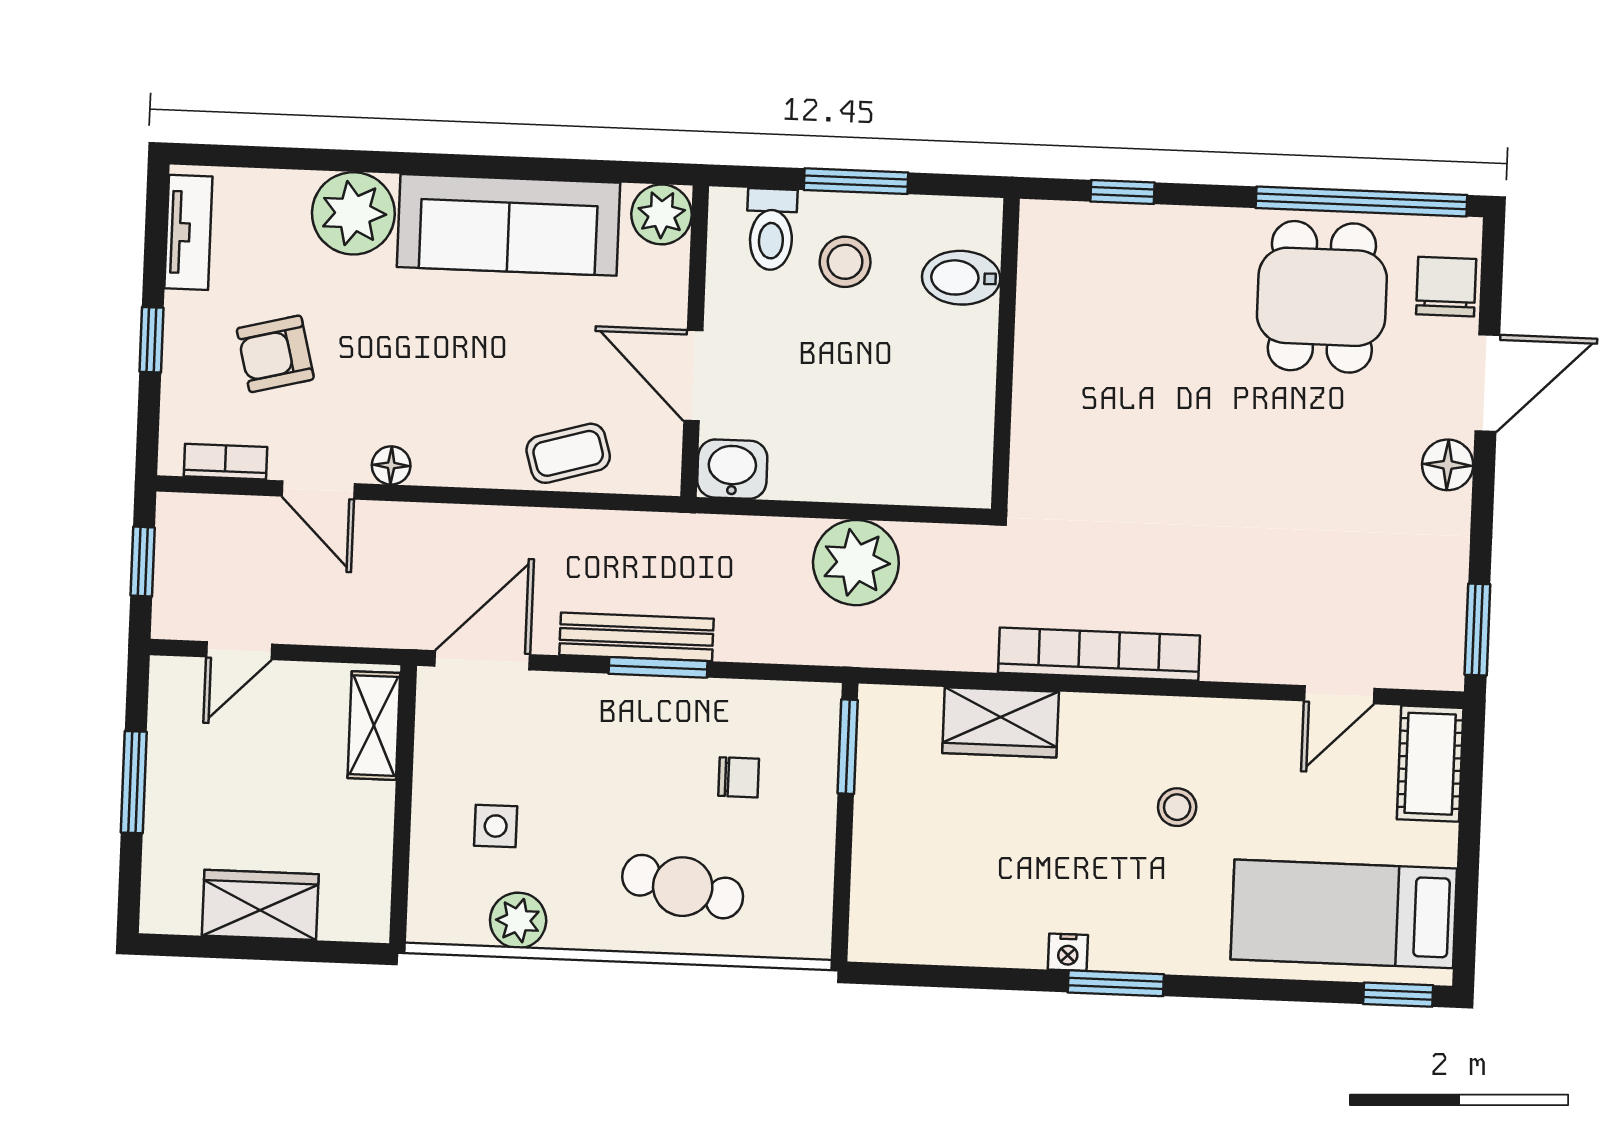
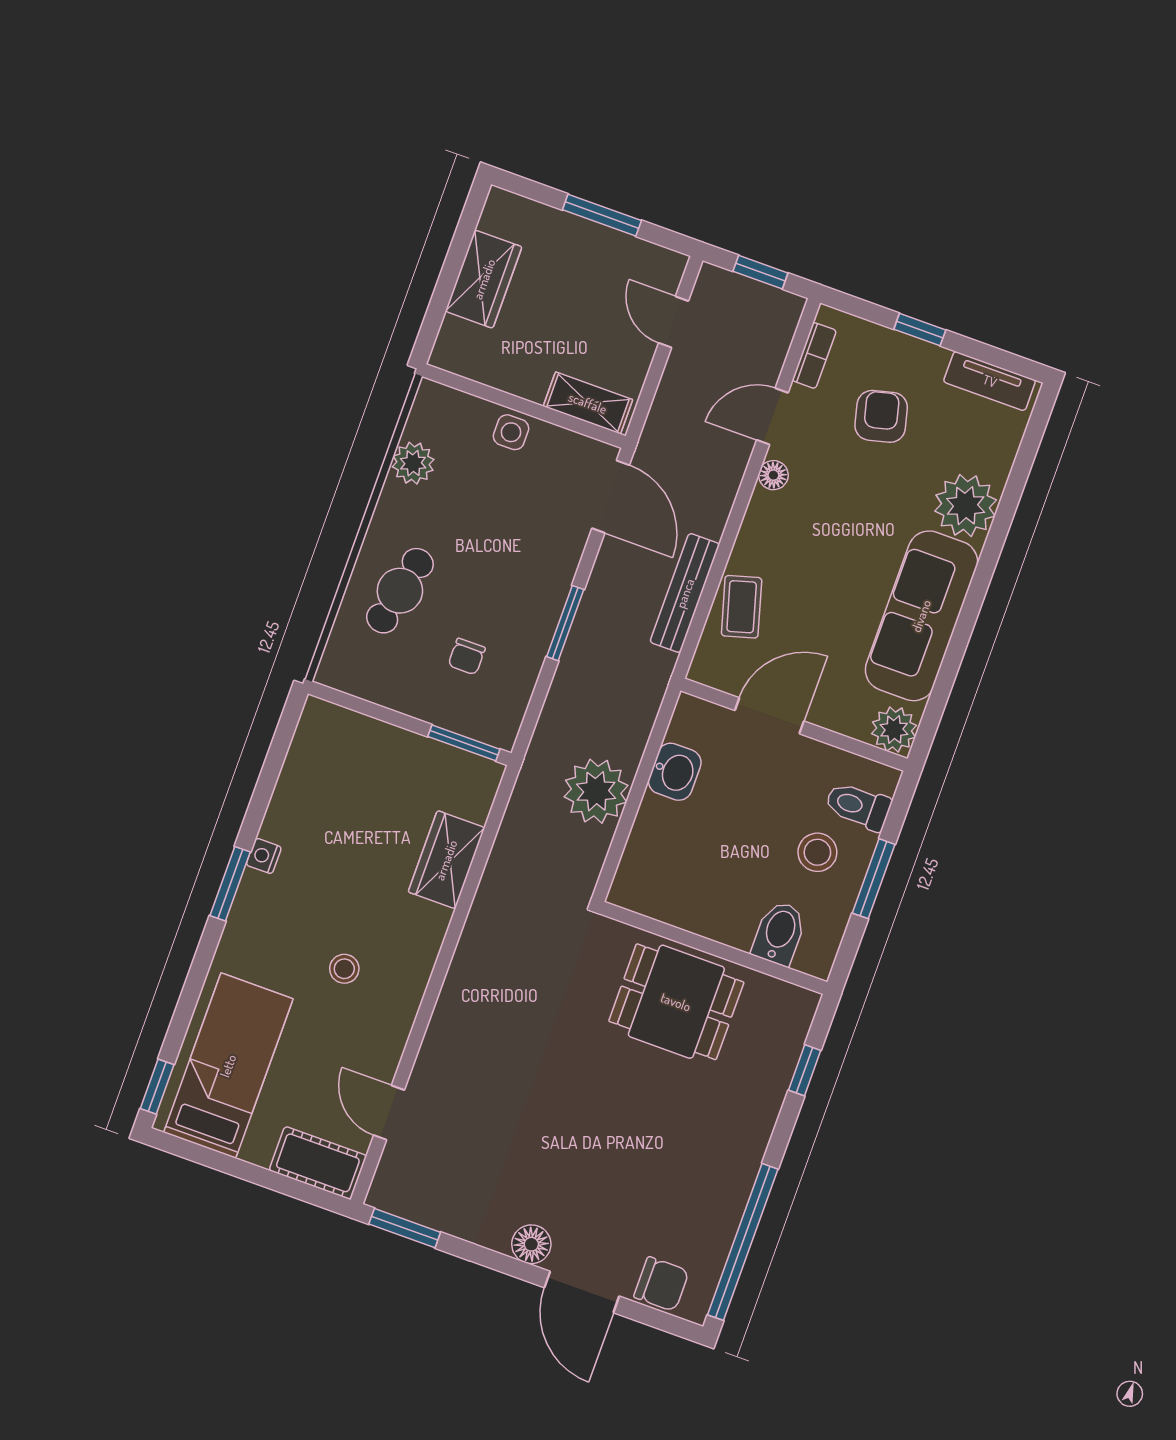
dining table: (1322, 297) -> (676, 1002), moved
washbasin: (732, 469) -> (675, 772), moved
bench: (636, 637) -> (685, 593), moved
bookcase: (1099, 654) -> (474, 947), removed
side table: (496, 826) -> (511, 432), moved

